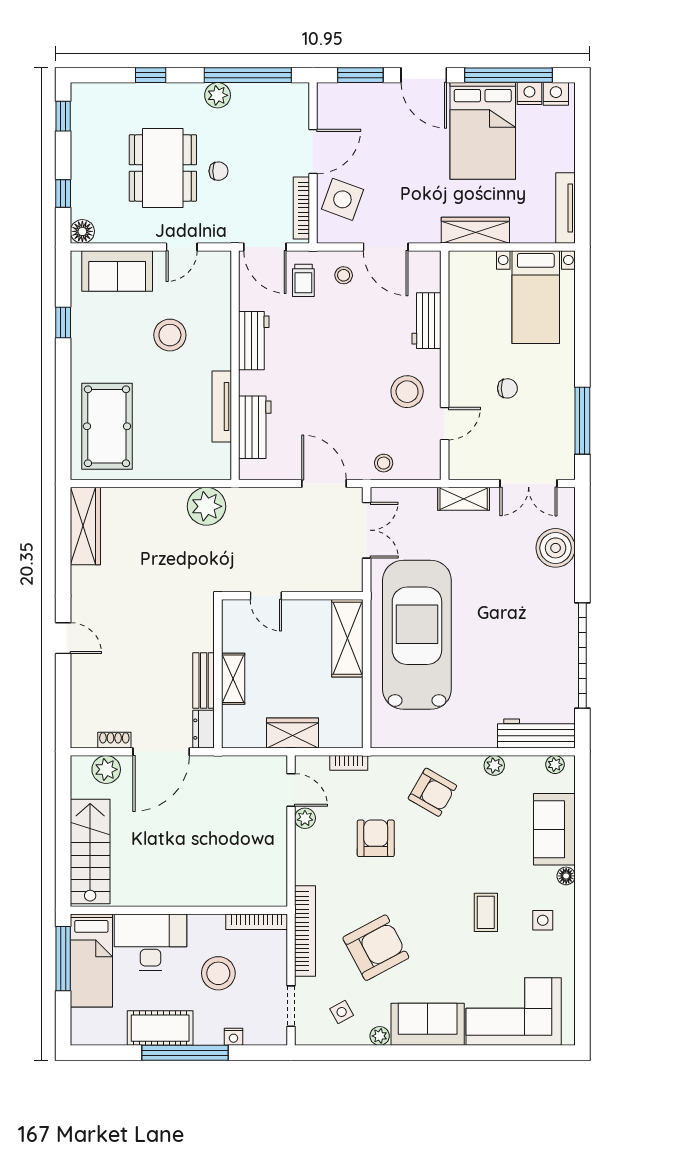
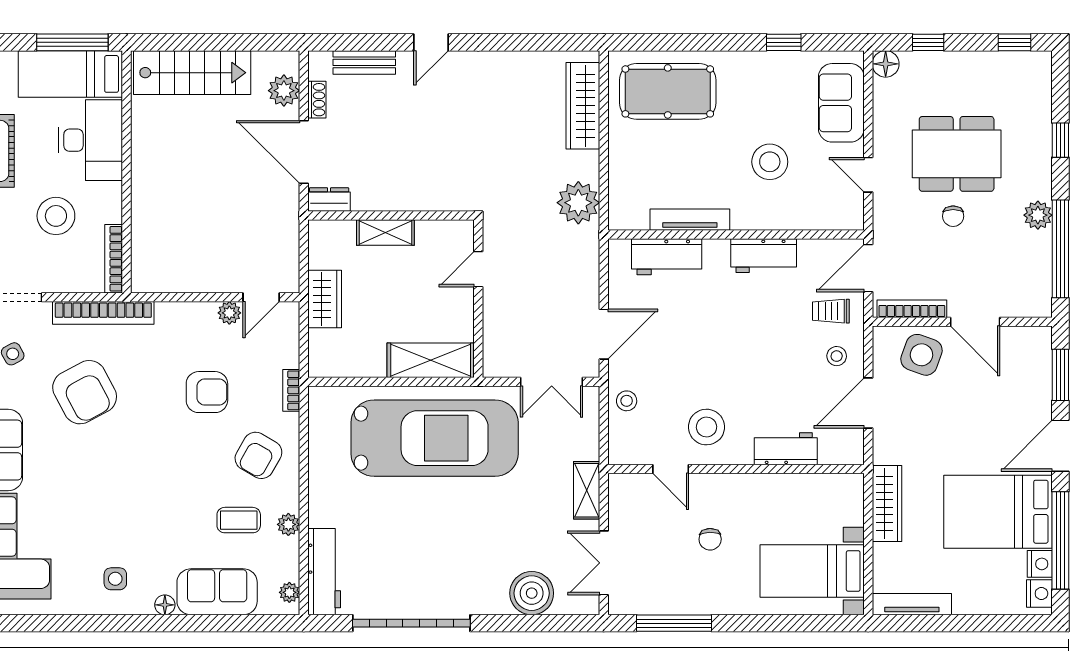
wardrobe: (85, 526) -> (583, 106), moved, turned 90
bench: (204, 680) -> (364, 62), moved
bookcase: (349, 763) -> (291, 390), moved
coffee table: (486, 912) -> (239, 520), moved

